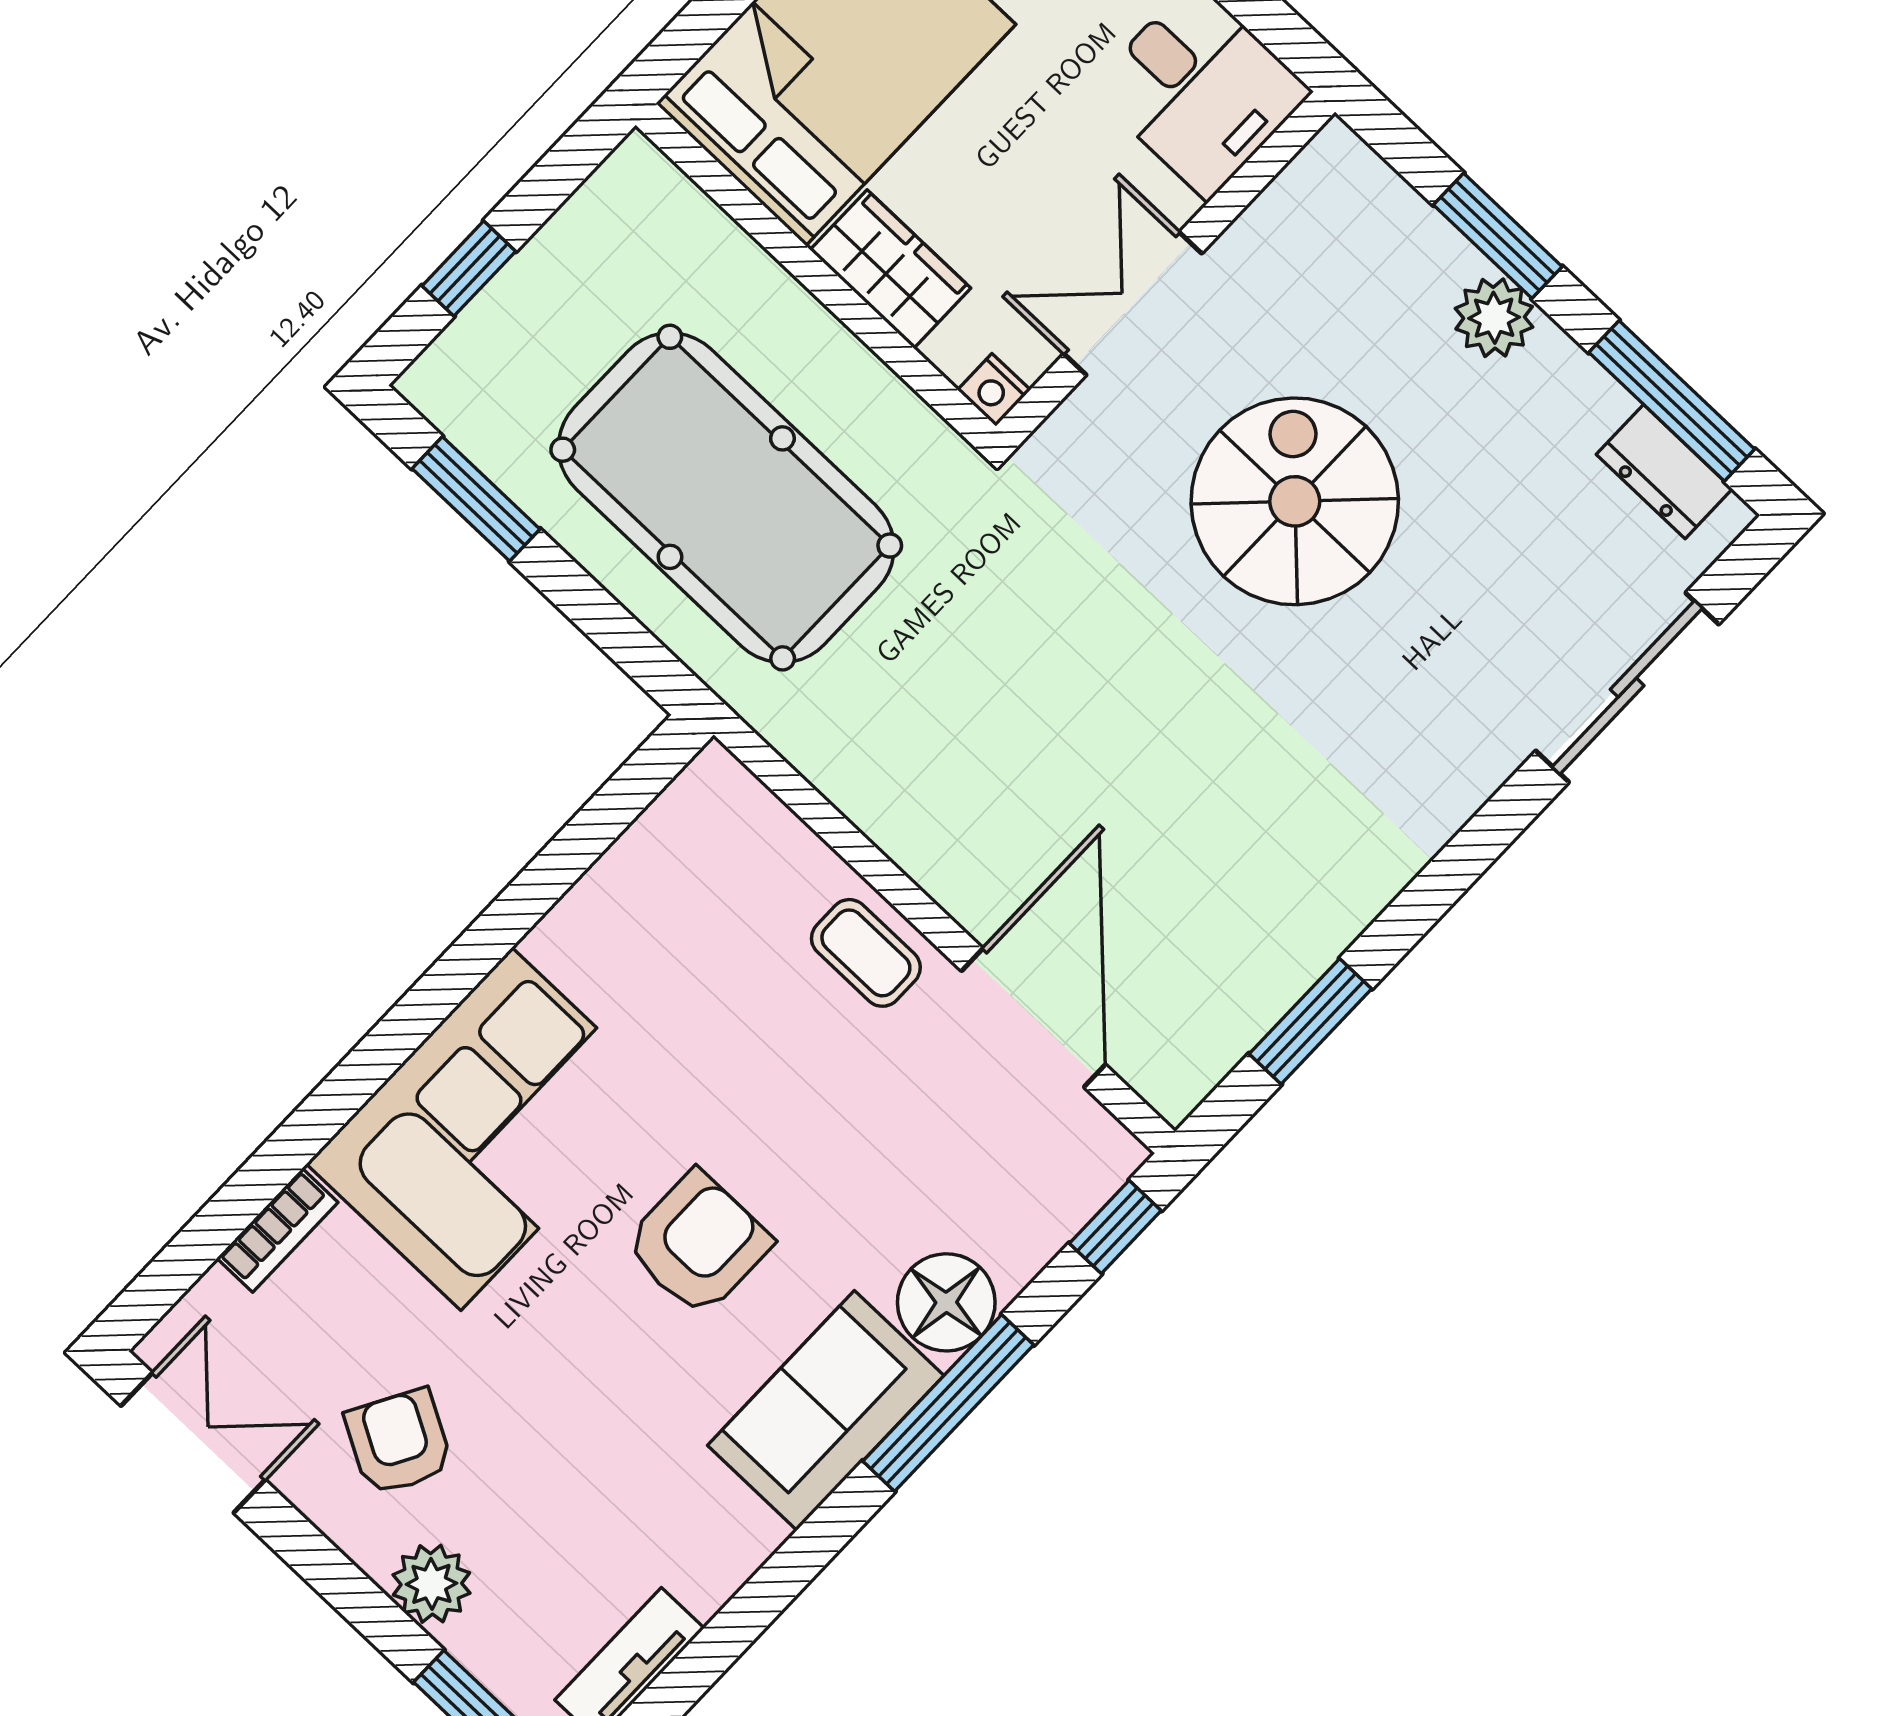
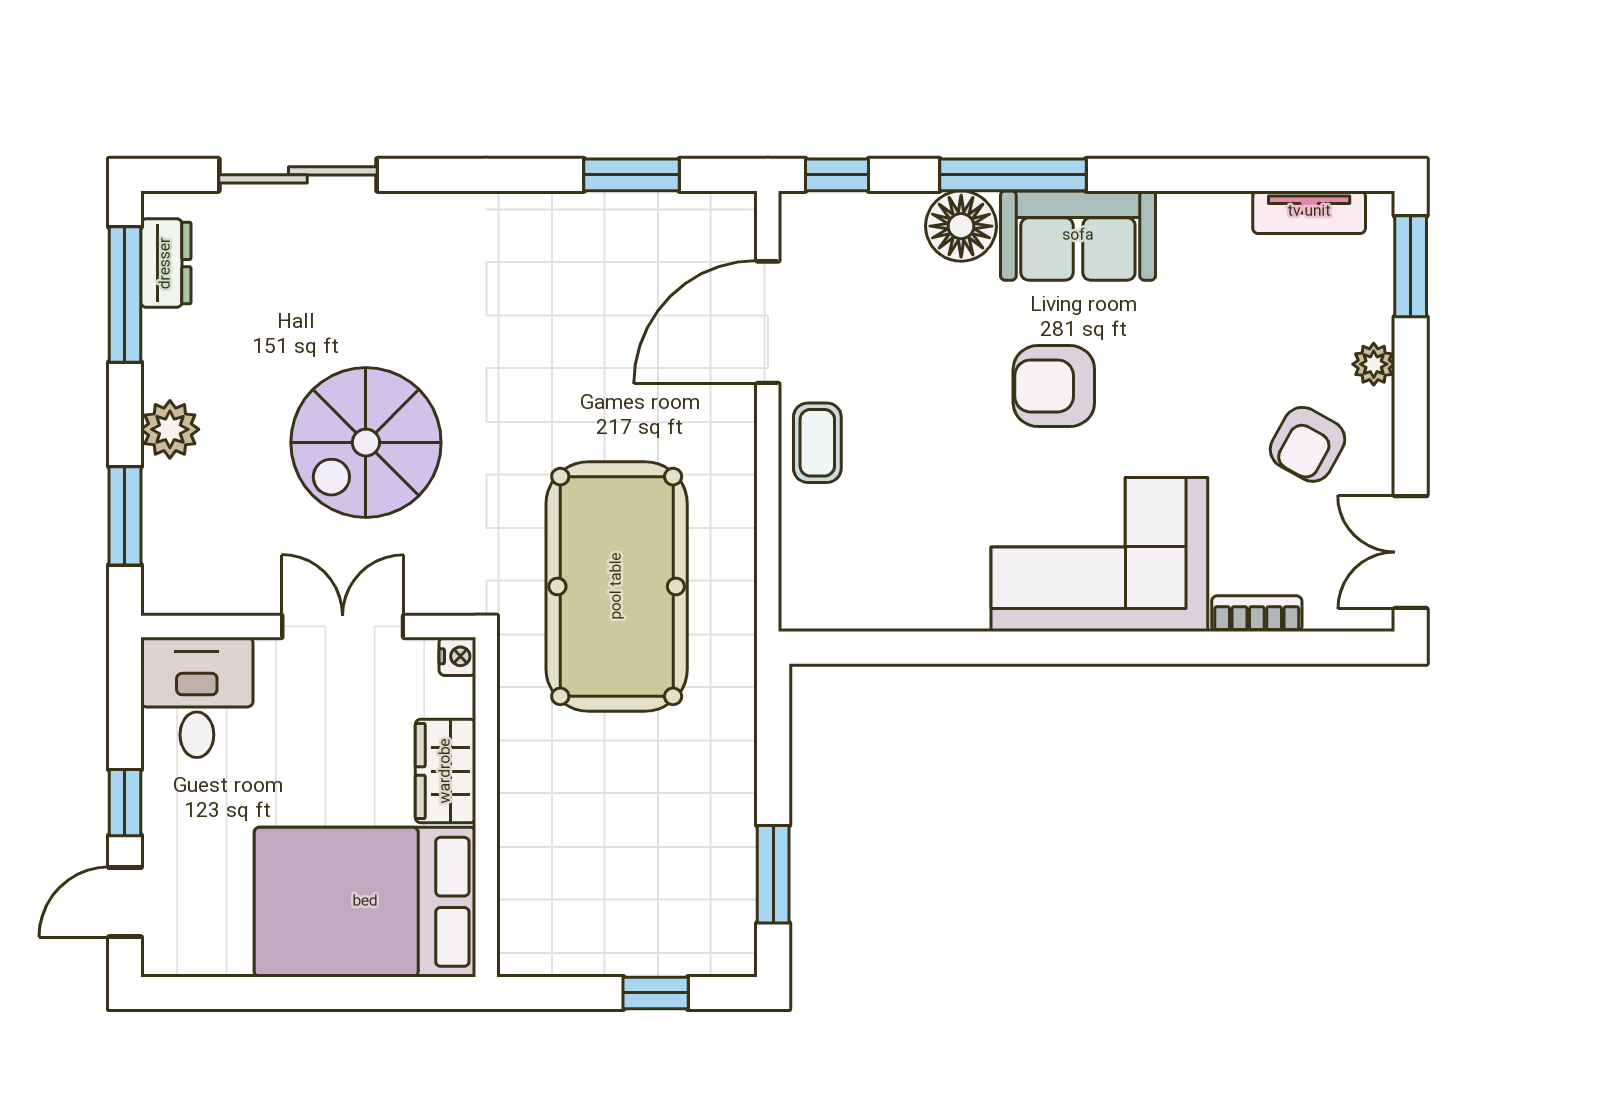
window: (1498, 236) -> (125, 516), moved
double door: (1133, 304) -> (343, 626), swing flipped
pool table: (726, 498) -> (617, 586), moved
plant: (431, 1584) -> (1374, 364), width x0.73, depth x0.73

